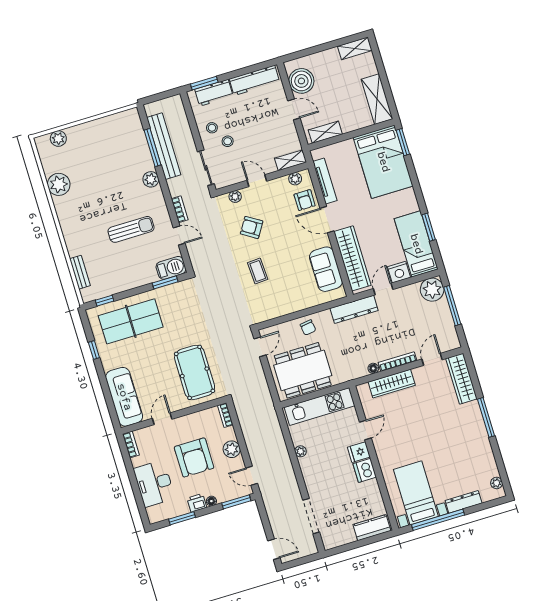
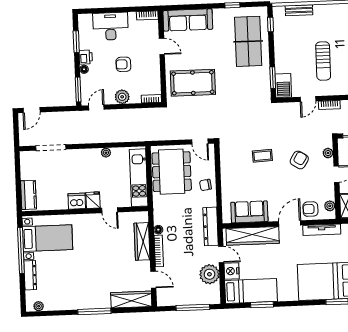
plant: (432, 290) -> (209, 274), moved
armchair: (194, 457) -> (123, 64), width x0.53, depth x0.53

